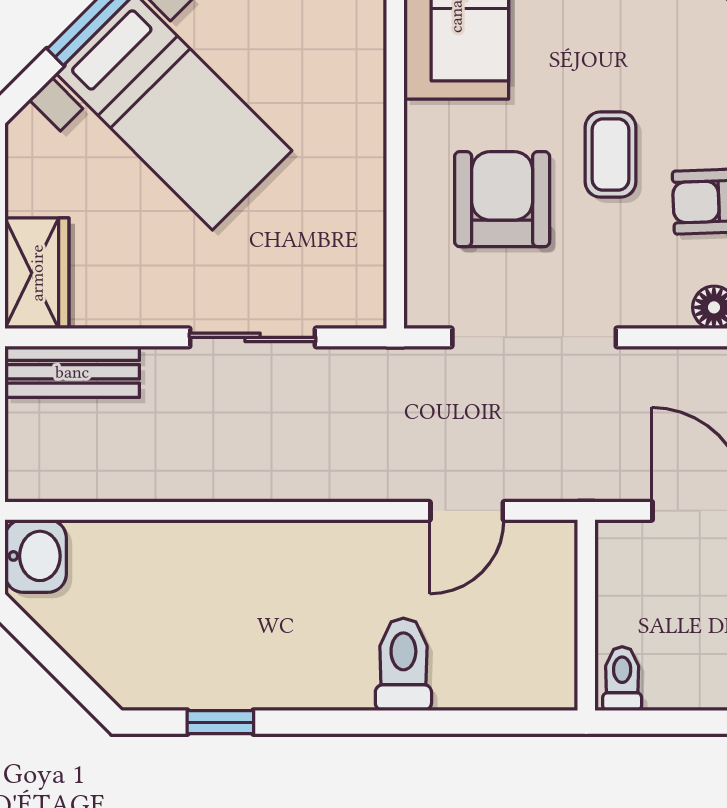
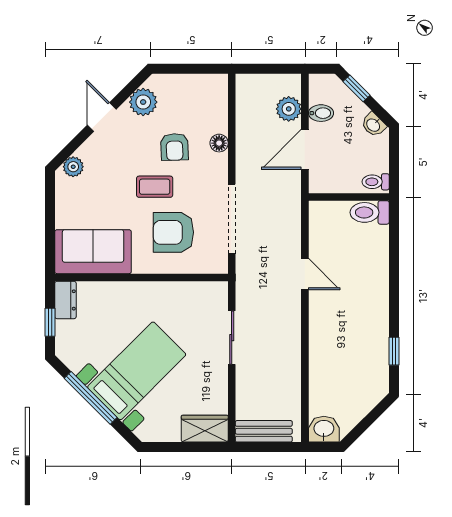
bench: (72, 372) -> (264, 431), moved, turned 90
door: (467, 511) -> (305, 274), moved
toilet: (403, 664) -> (370, 212), moved

